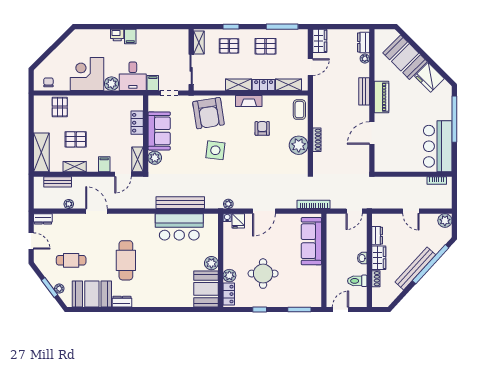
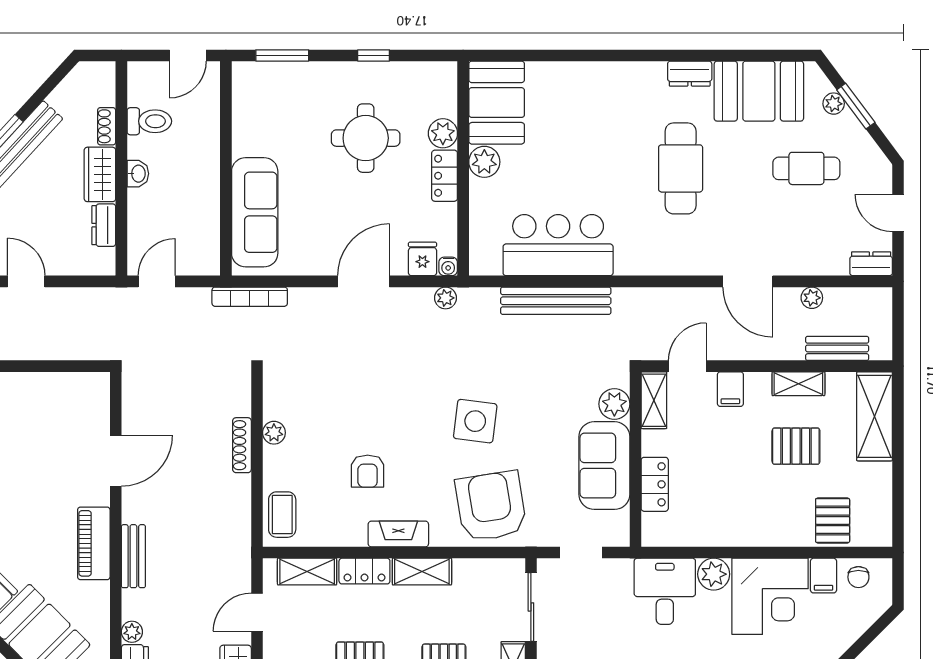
filing cabinet: (153, 83) -> (824, 576), moved
plant: (299, 145) -> (274, 433), width x0.53, depth x0.53
locker: (229, 294) -> (445, 176), moved

